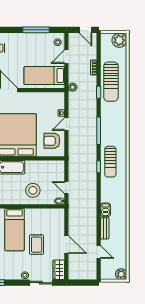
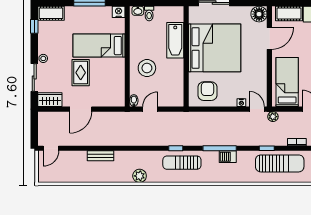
sun lounger: (111, 82) -> (280, 163), turned 180
door: (66, 124) -> (257, 109), moved
barbecue: (105, 210) -> (228, 157), moved
rug: (37, 245) -> (81, 73), turned 90
door: (99, 252) -> (51, 148), moved
plant: (121, 274) -> (140, 176), moved

